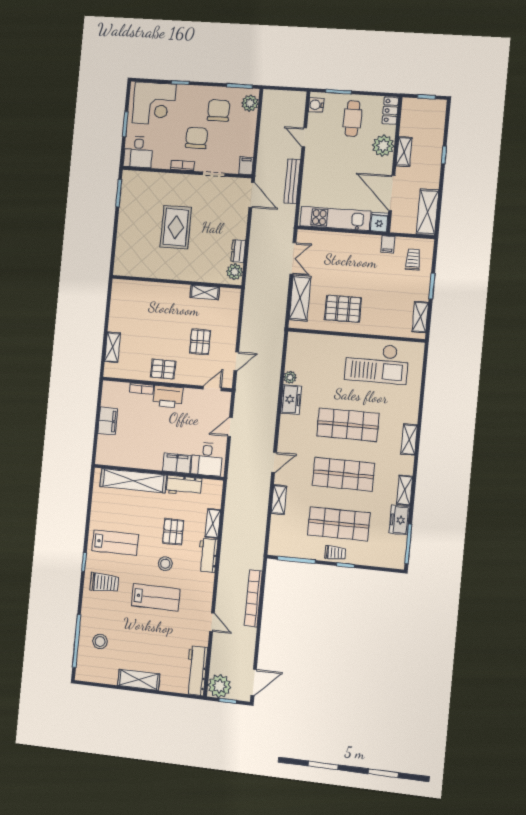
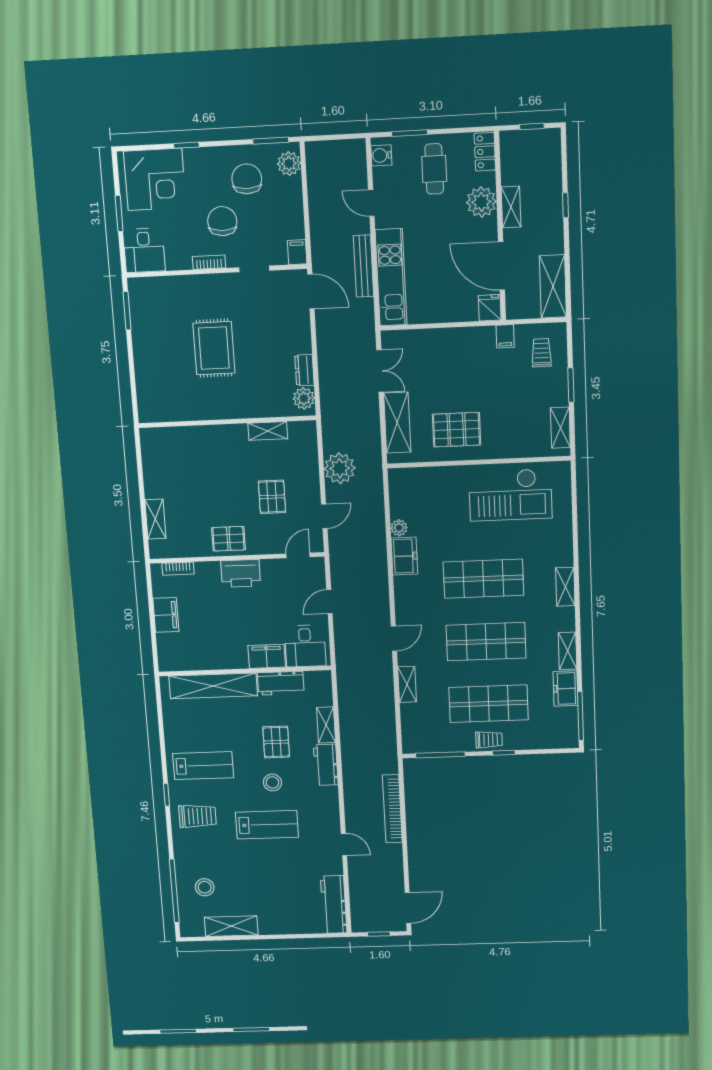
kitchen unit: (335, 218) -> (391, 277), moved, turned 90
bookcase: (142, 389) -> (178, 569), moved
shelving: (139, 680) -> (231, 926), moved
plant: (219, 686) -> (340, 468), moved

